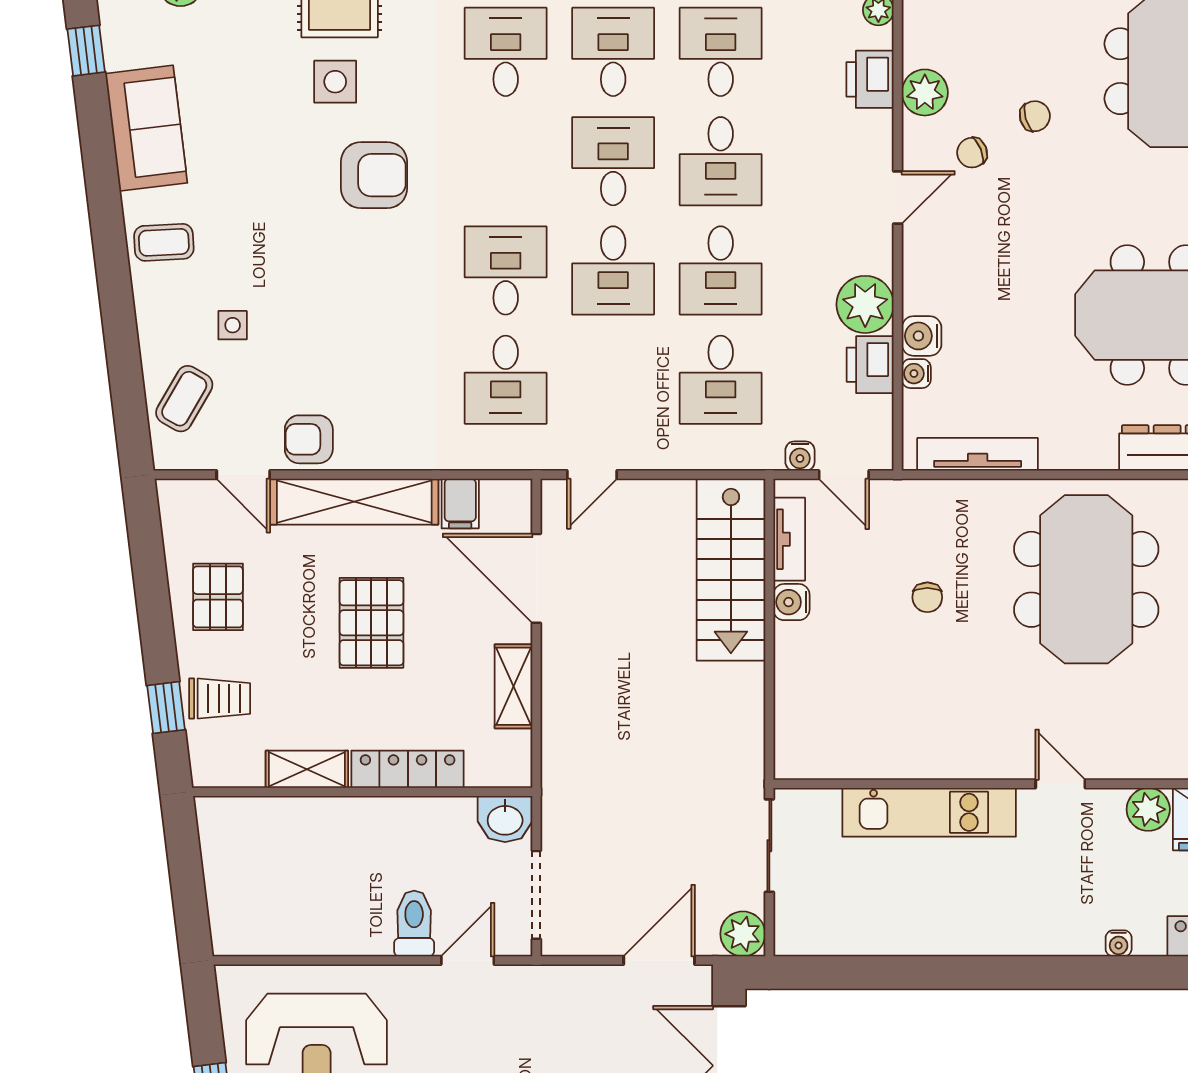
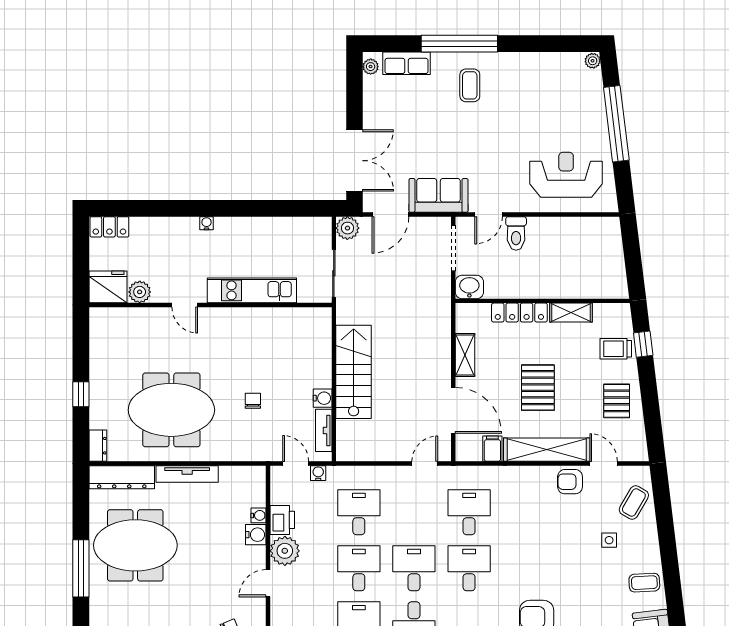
door: (898, 197) -> (268, 583), moved
desk: (506, 270) -> (469, 568), turned 180
armchair: (309, 439) -> (570, 482), turned 180
tv unit: (978, 454) -> (187, 474), moved
stairs: (731, 570) -> (354, 372), moved
meeting table: (1086, 579) -> (171, 410), turned 90
water cooler: (1119, 943) -> (207, 223), moved
sofa: (565, 998) -> (438, 195), added

